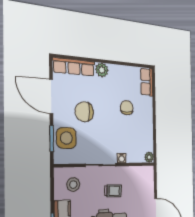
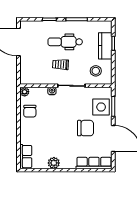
plant: (102, 70) -> (54, 163), moved
chair: (127, 108) -> (30, 111), moved

